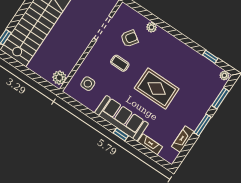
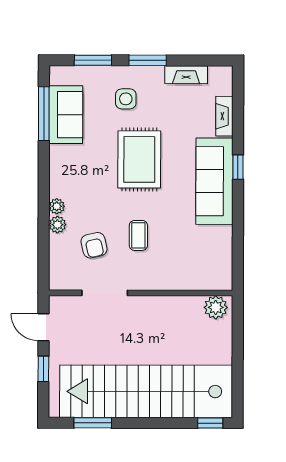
armchair: (129, 38) -> (94, 245), turned -138
window: (210, 57) -> (44, 114), width x2.17
sofa: (203, 67) -> (66, 115), added
plant: (224, 75) -> (57, 206), moved
side table: (88, 84) -> (126, 99), moved

